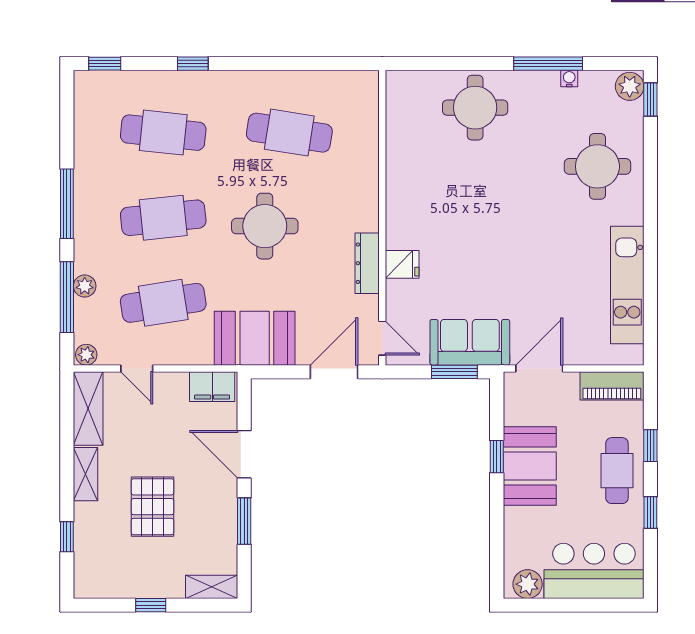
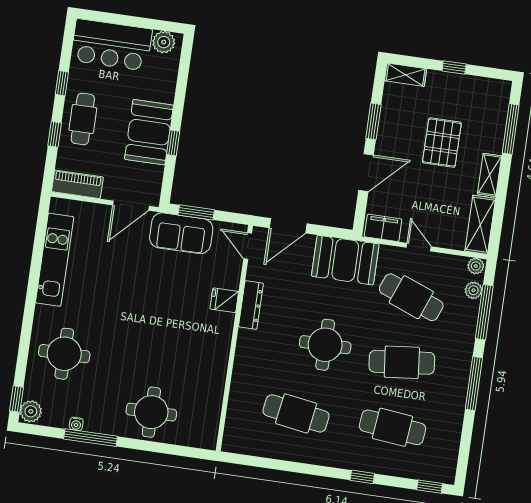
plant: (85, 286) -> (474, 290), moved
cafe table: (163, 303) -> (411, 297), turned 30
door: (137, 368) -> (419, 247), moved
door: (244, 454) -> (366, 173), hinge flipped
window: (67, 537) -> (511, 129), width x2.17

